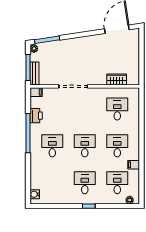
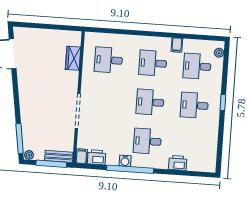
printer: (36, 116) -> (97, 157), moved
printer: (36, 172) -> (178, 163), added
water cooler: (35, 194) -> (125, 161), moved

